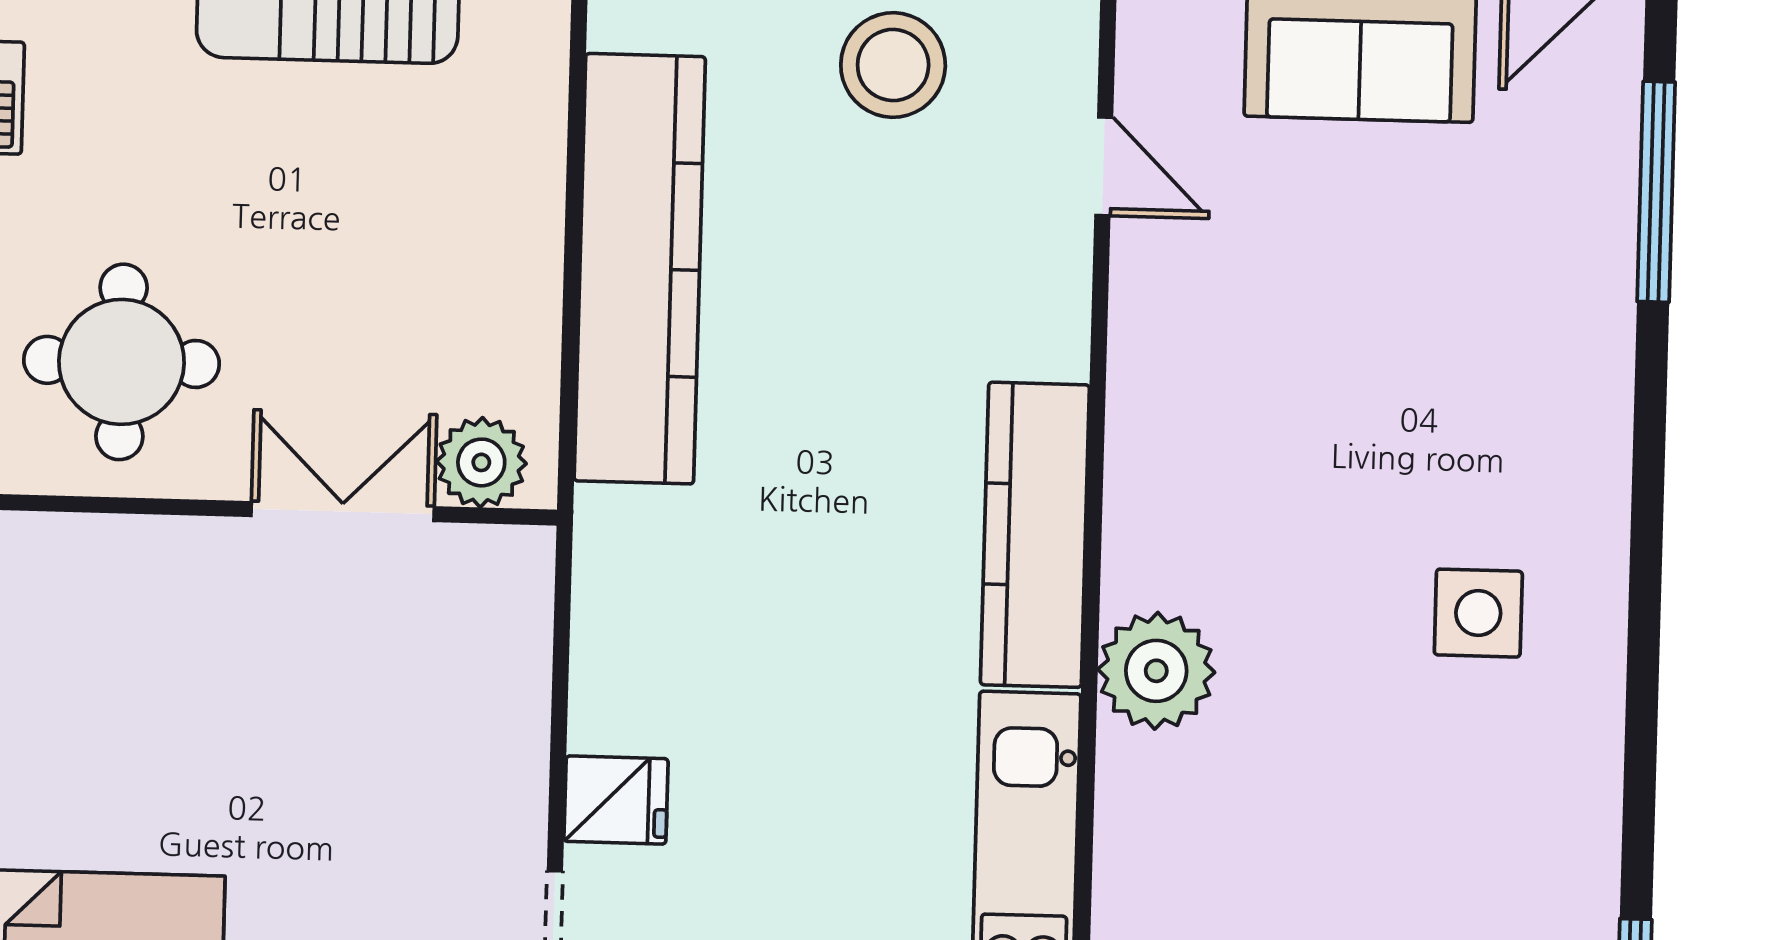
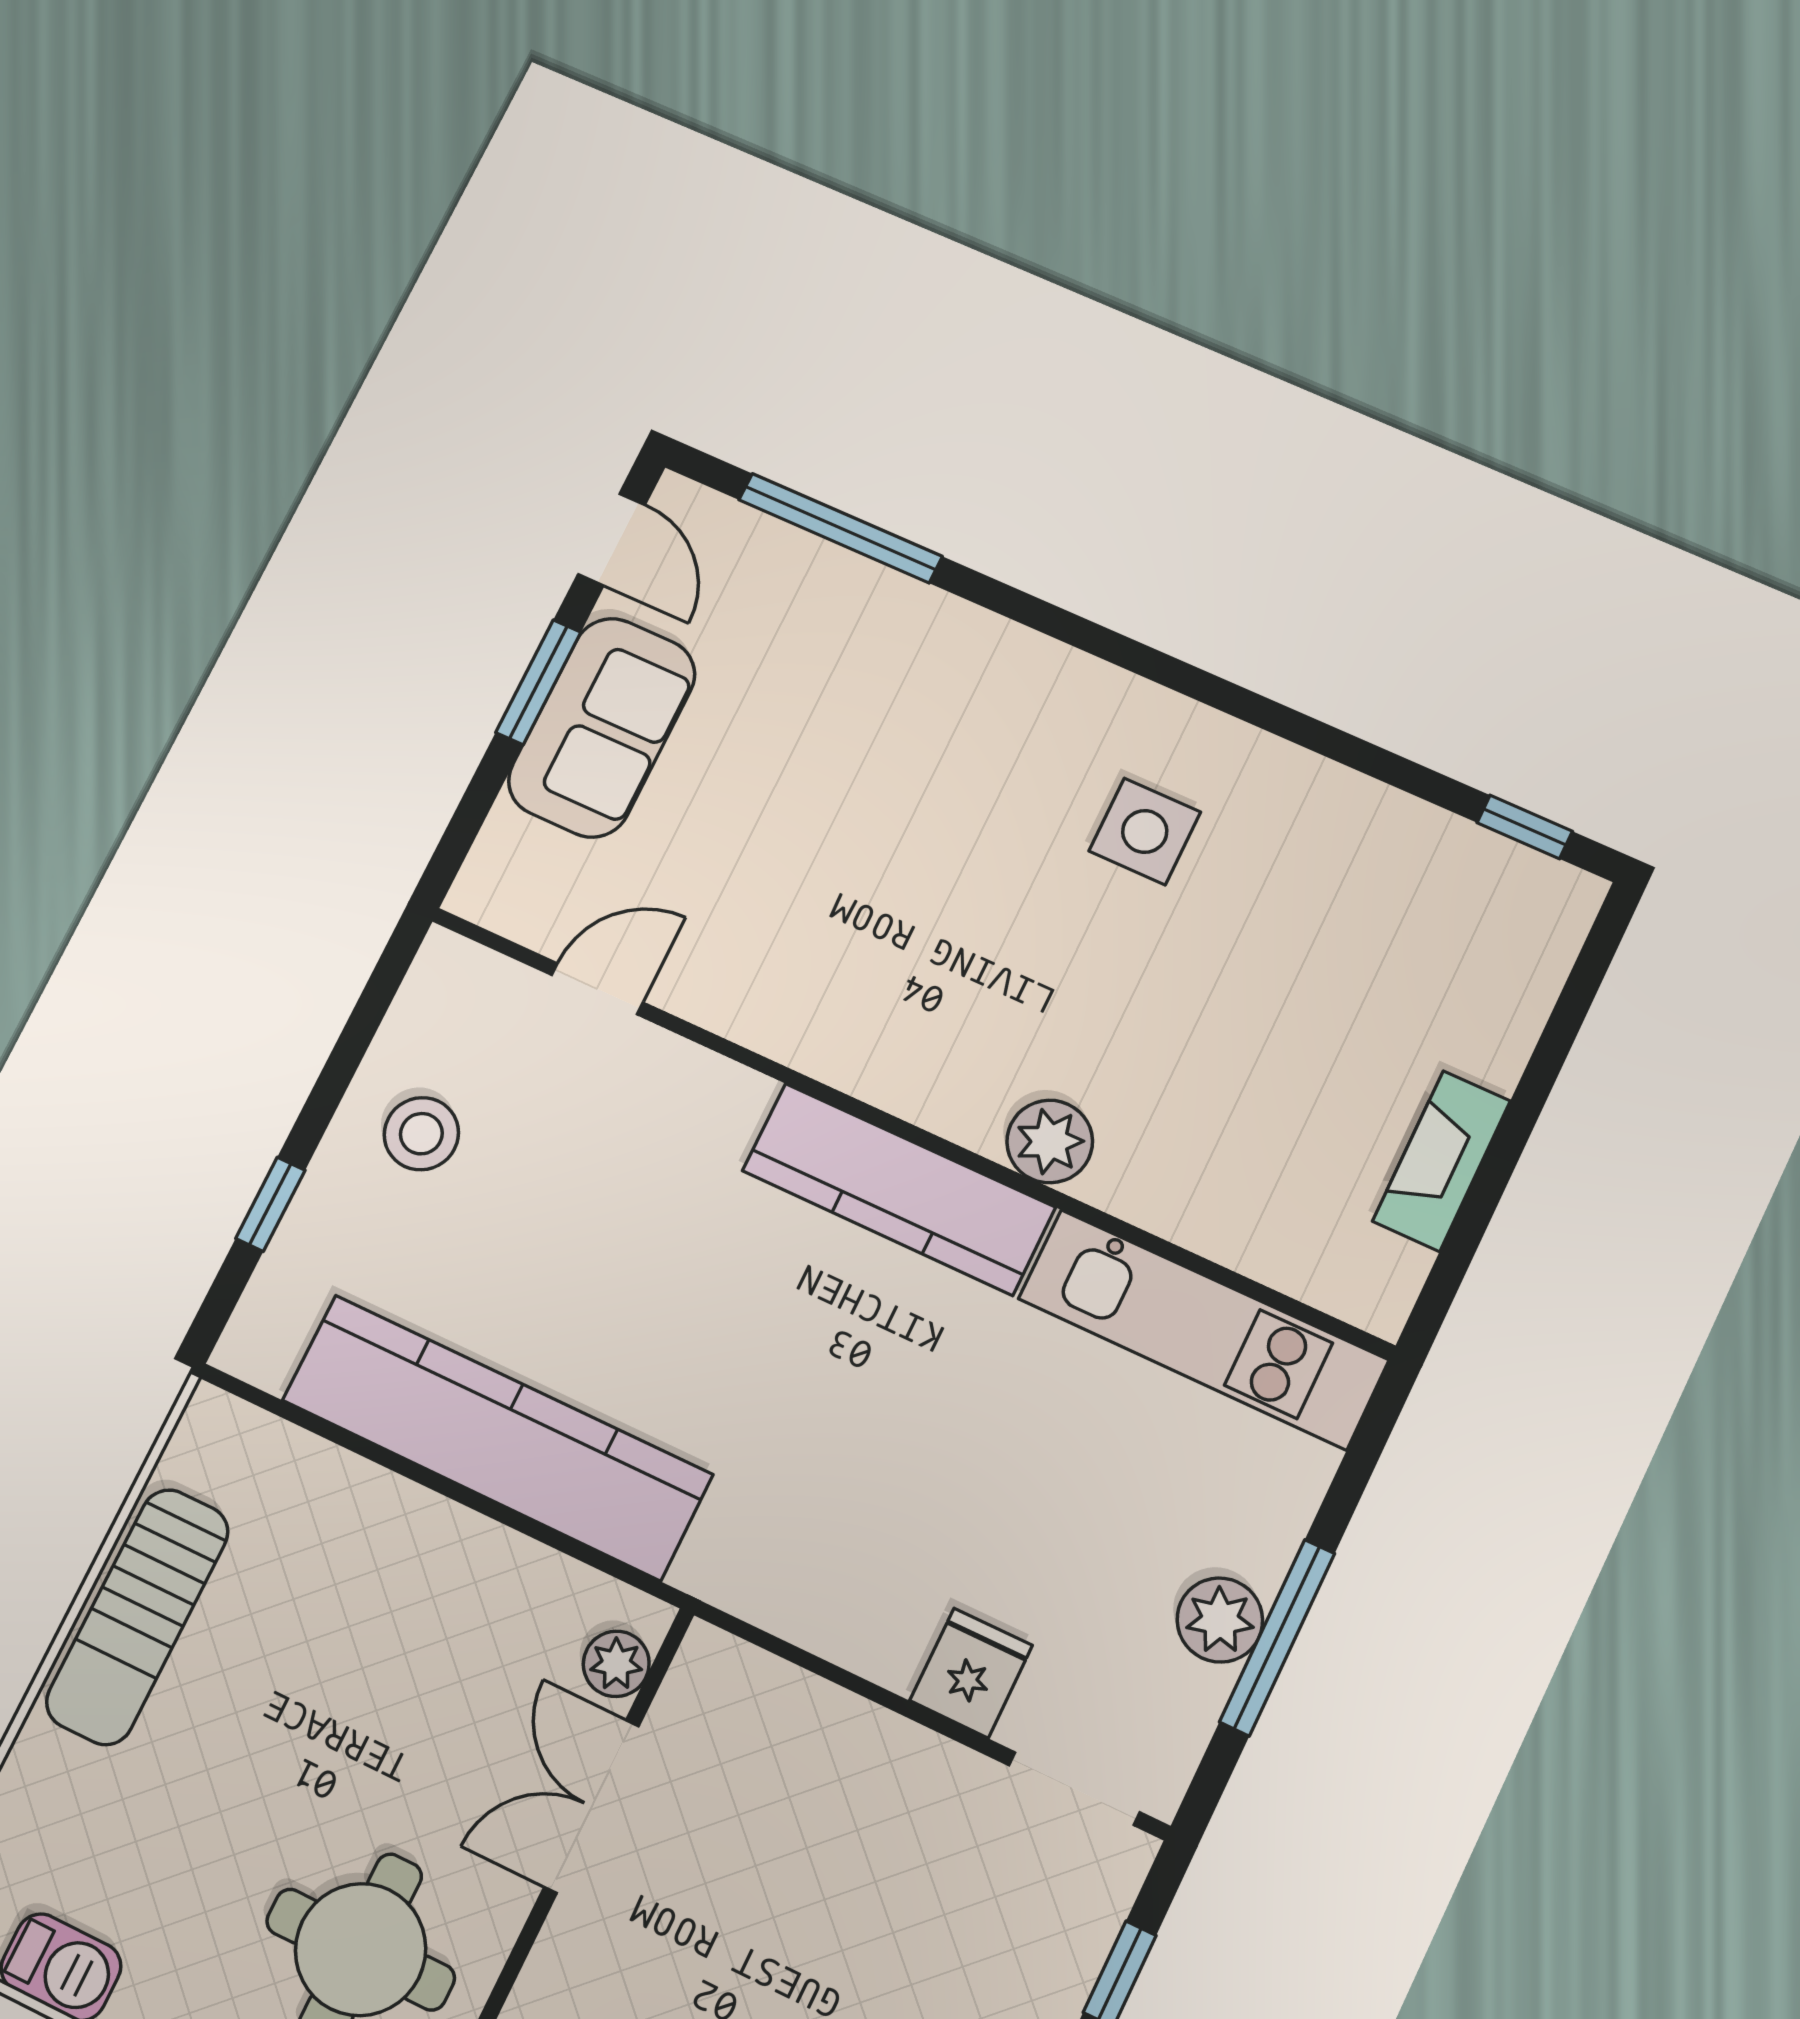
stool: (893, 65) -> (421, 1134), width x0.73, depth x0.73
plant: (481, 462) -> (616, 1664), width x0.73, depth x0.73
plant: (1156, 671) -> (1050, 1141), width x0.73, depth x0.73

